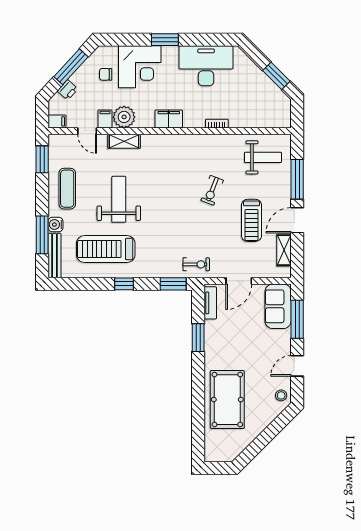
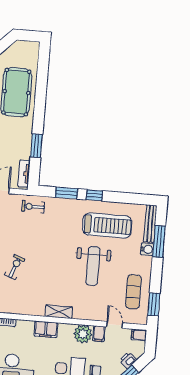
shelving: (124, 141) -> (59, 312), moved
exercise mat: (67, 189) -> (133, 292), moved
window: (173, 284) -> (67, 193), moved

